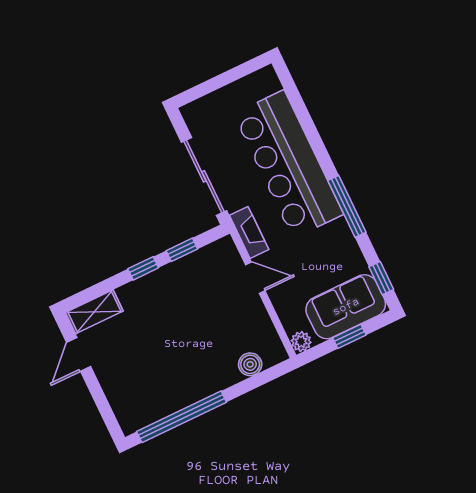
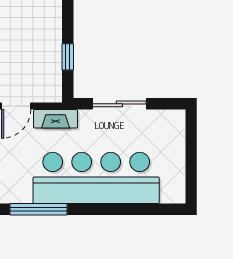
sliding door: (204, 176) -> (119, 104), width x0.73
window: (143, 268) -> (68, 18), removed

